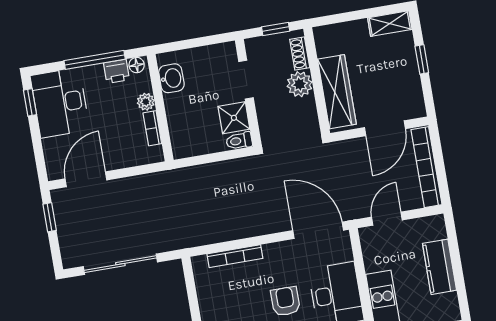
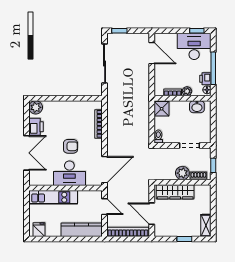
shower: (234, 118) -> (162, 109), moved
window: (50, 217) -> (119, 31), moved
kitchen counter: (440, 267) -> (82, 230), width x1.50

